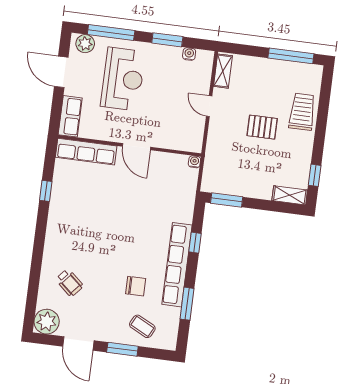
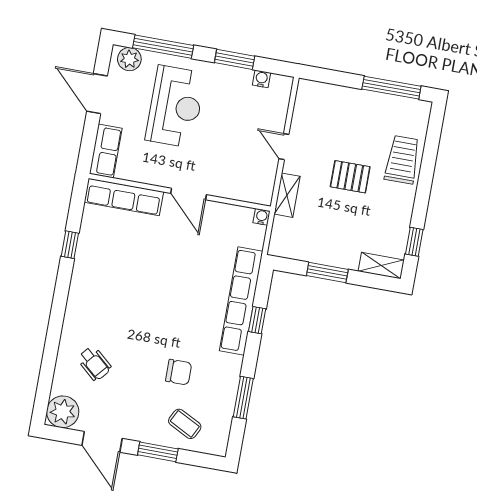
shelving: (223, 71) -> (287, 195), moved
window: (227, 200) -> (327, 273), moved
row of seats: (177, 265) -> (241, 301), moved

